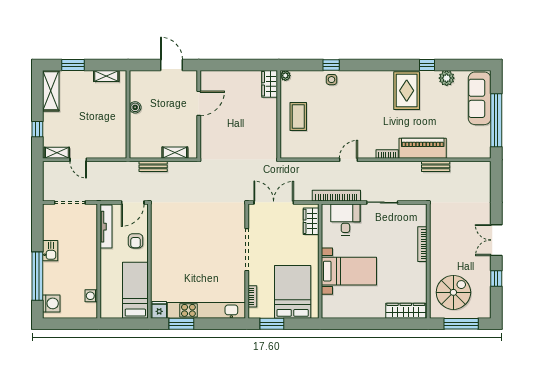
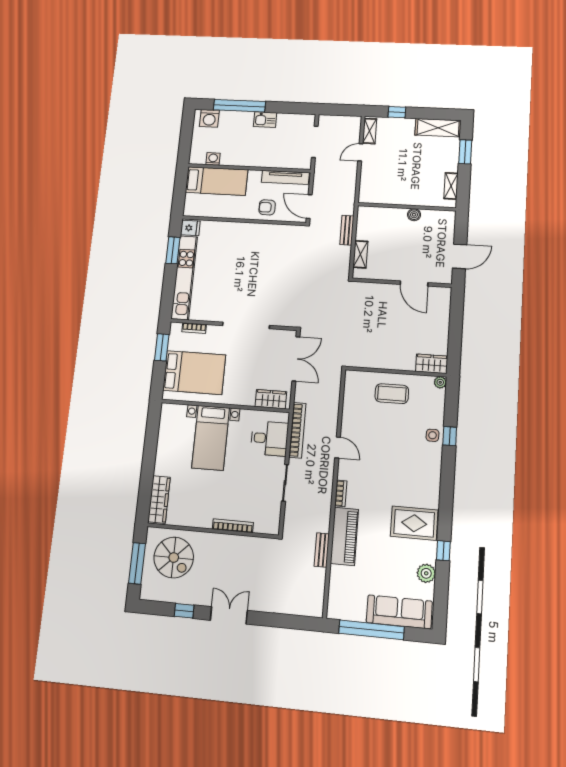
bed: (135, 290) -> (216, 181), moved

